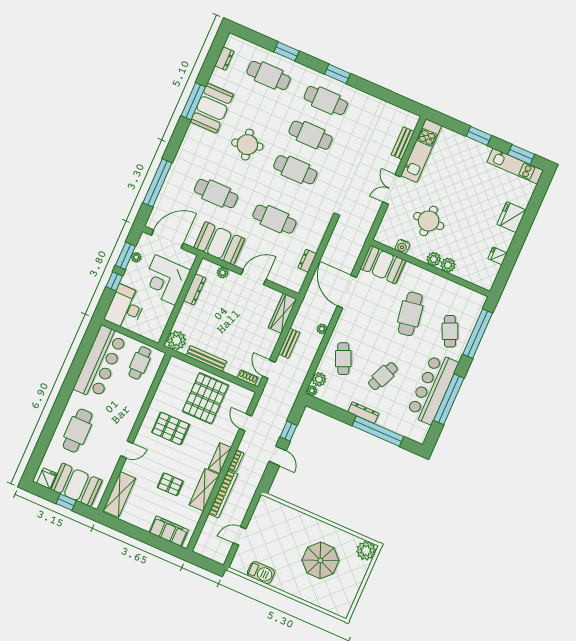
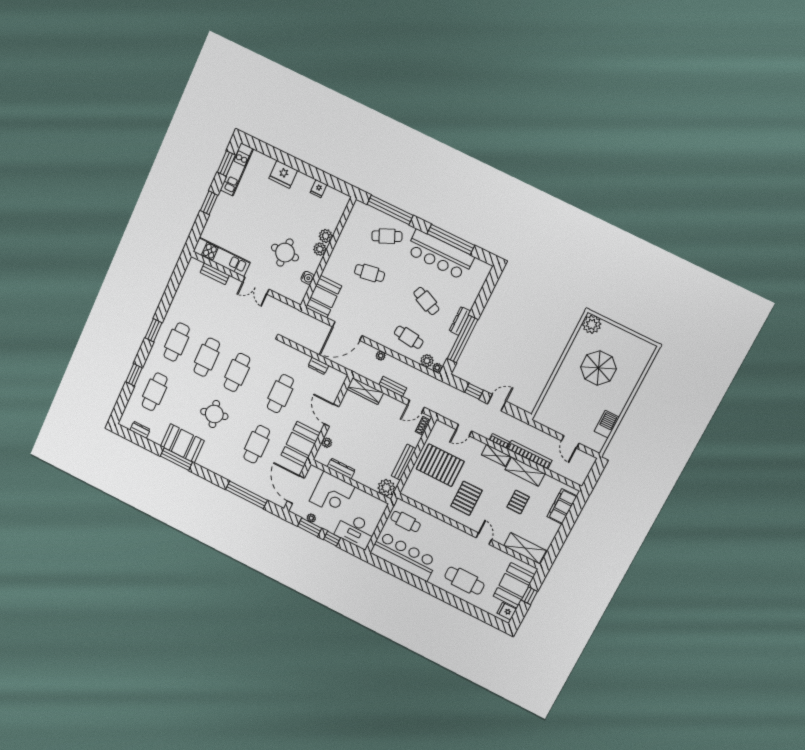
cafe table: (410, 314) -> (370, 273), width x0.73, depth x0.74
cafe table: (343, 359) -> (409, 337), turned 30
window: (378, 431) -> (462, 339), moved

